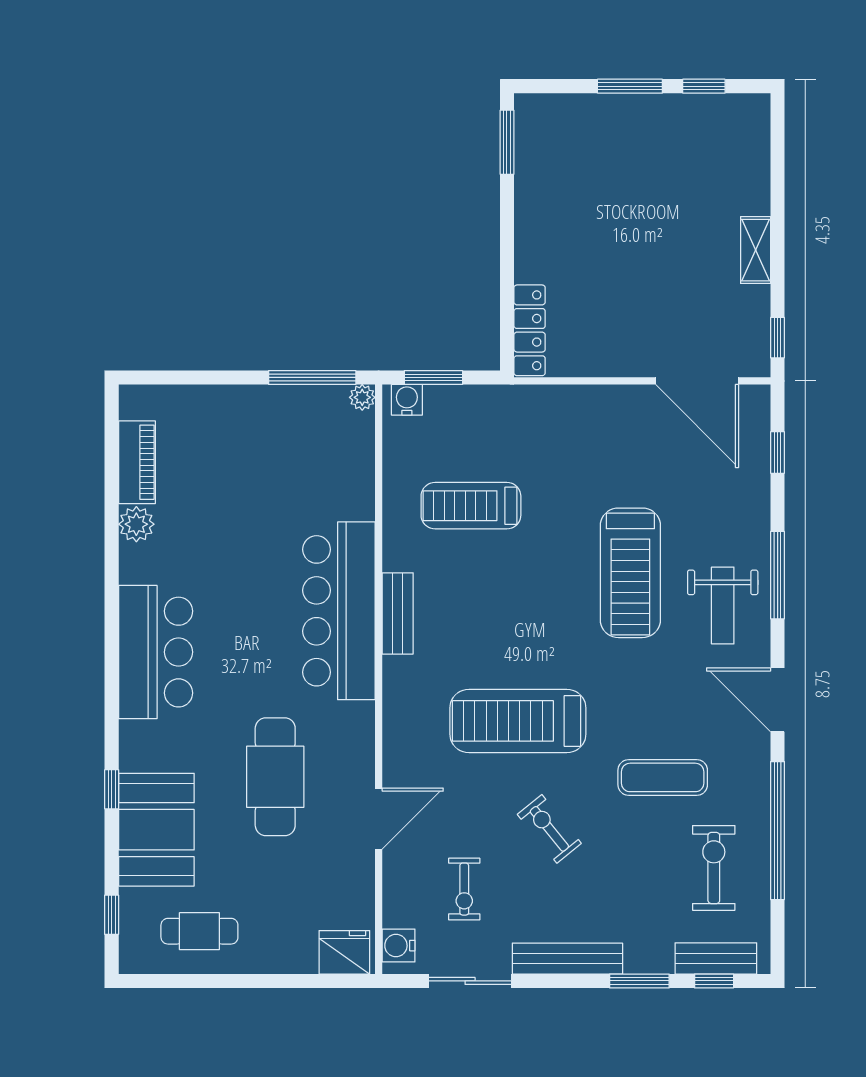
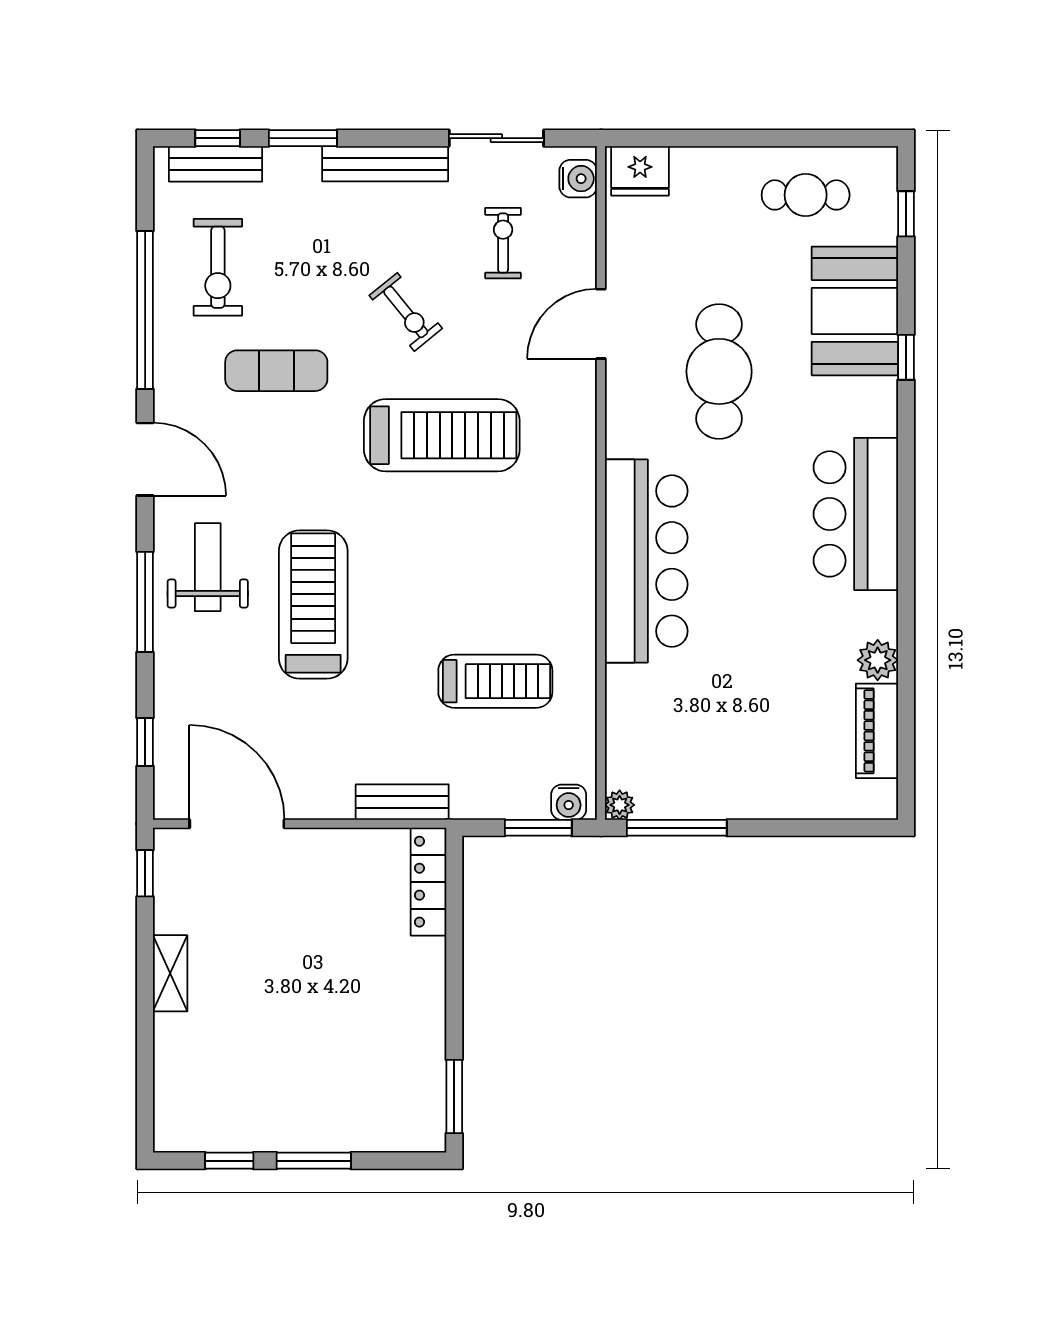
bench: (398, 613) -> (402, 802), moved, turned 90

